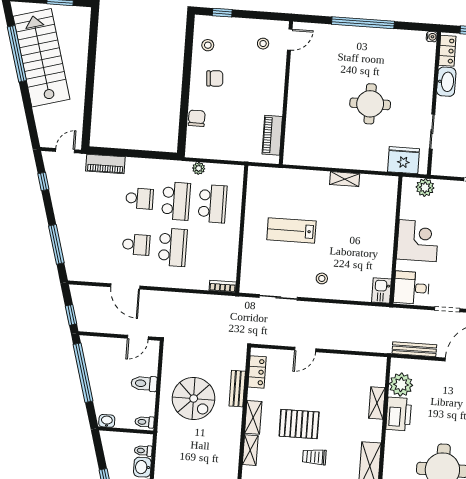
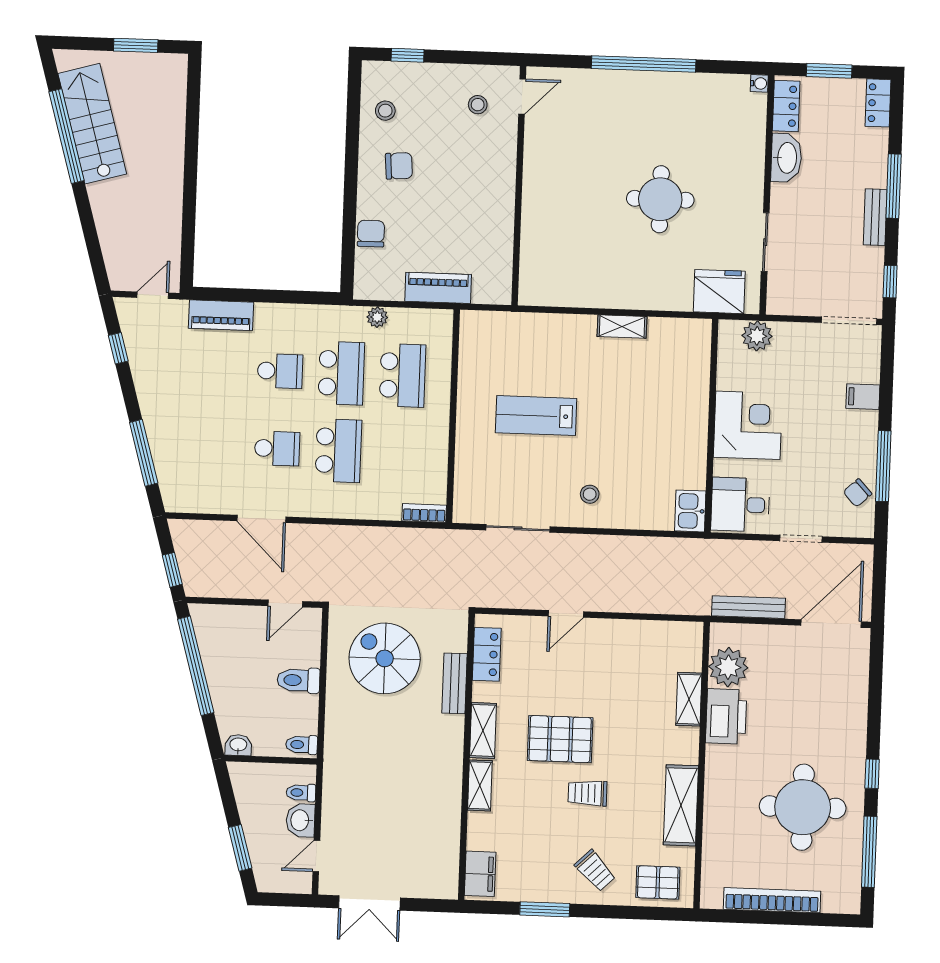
stairs: (41, 58) -> (92, 124), width x0.73, depth x0.66
piano: (272, 135) -> (438, 288), moved, turned 90
spiral stairs: (194, 398) -> (385, 658), moved, turned 180

